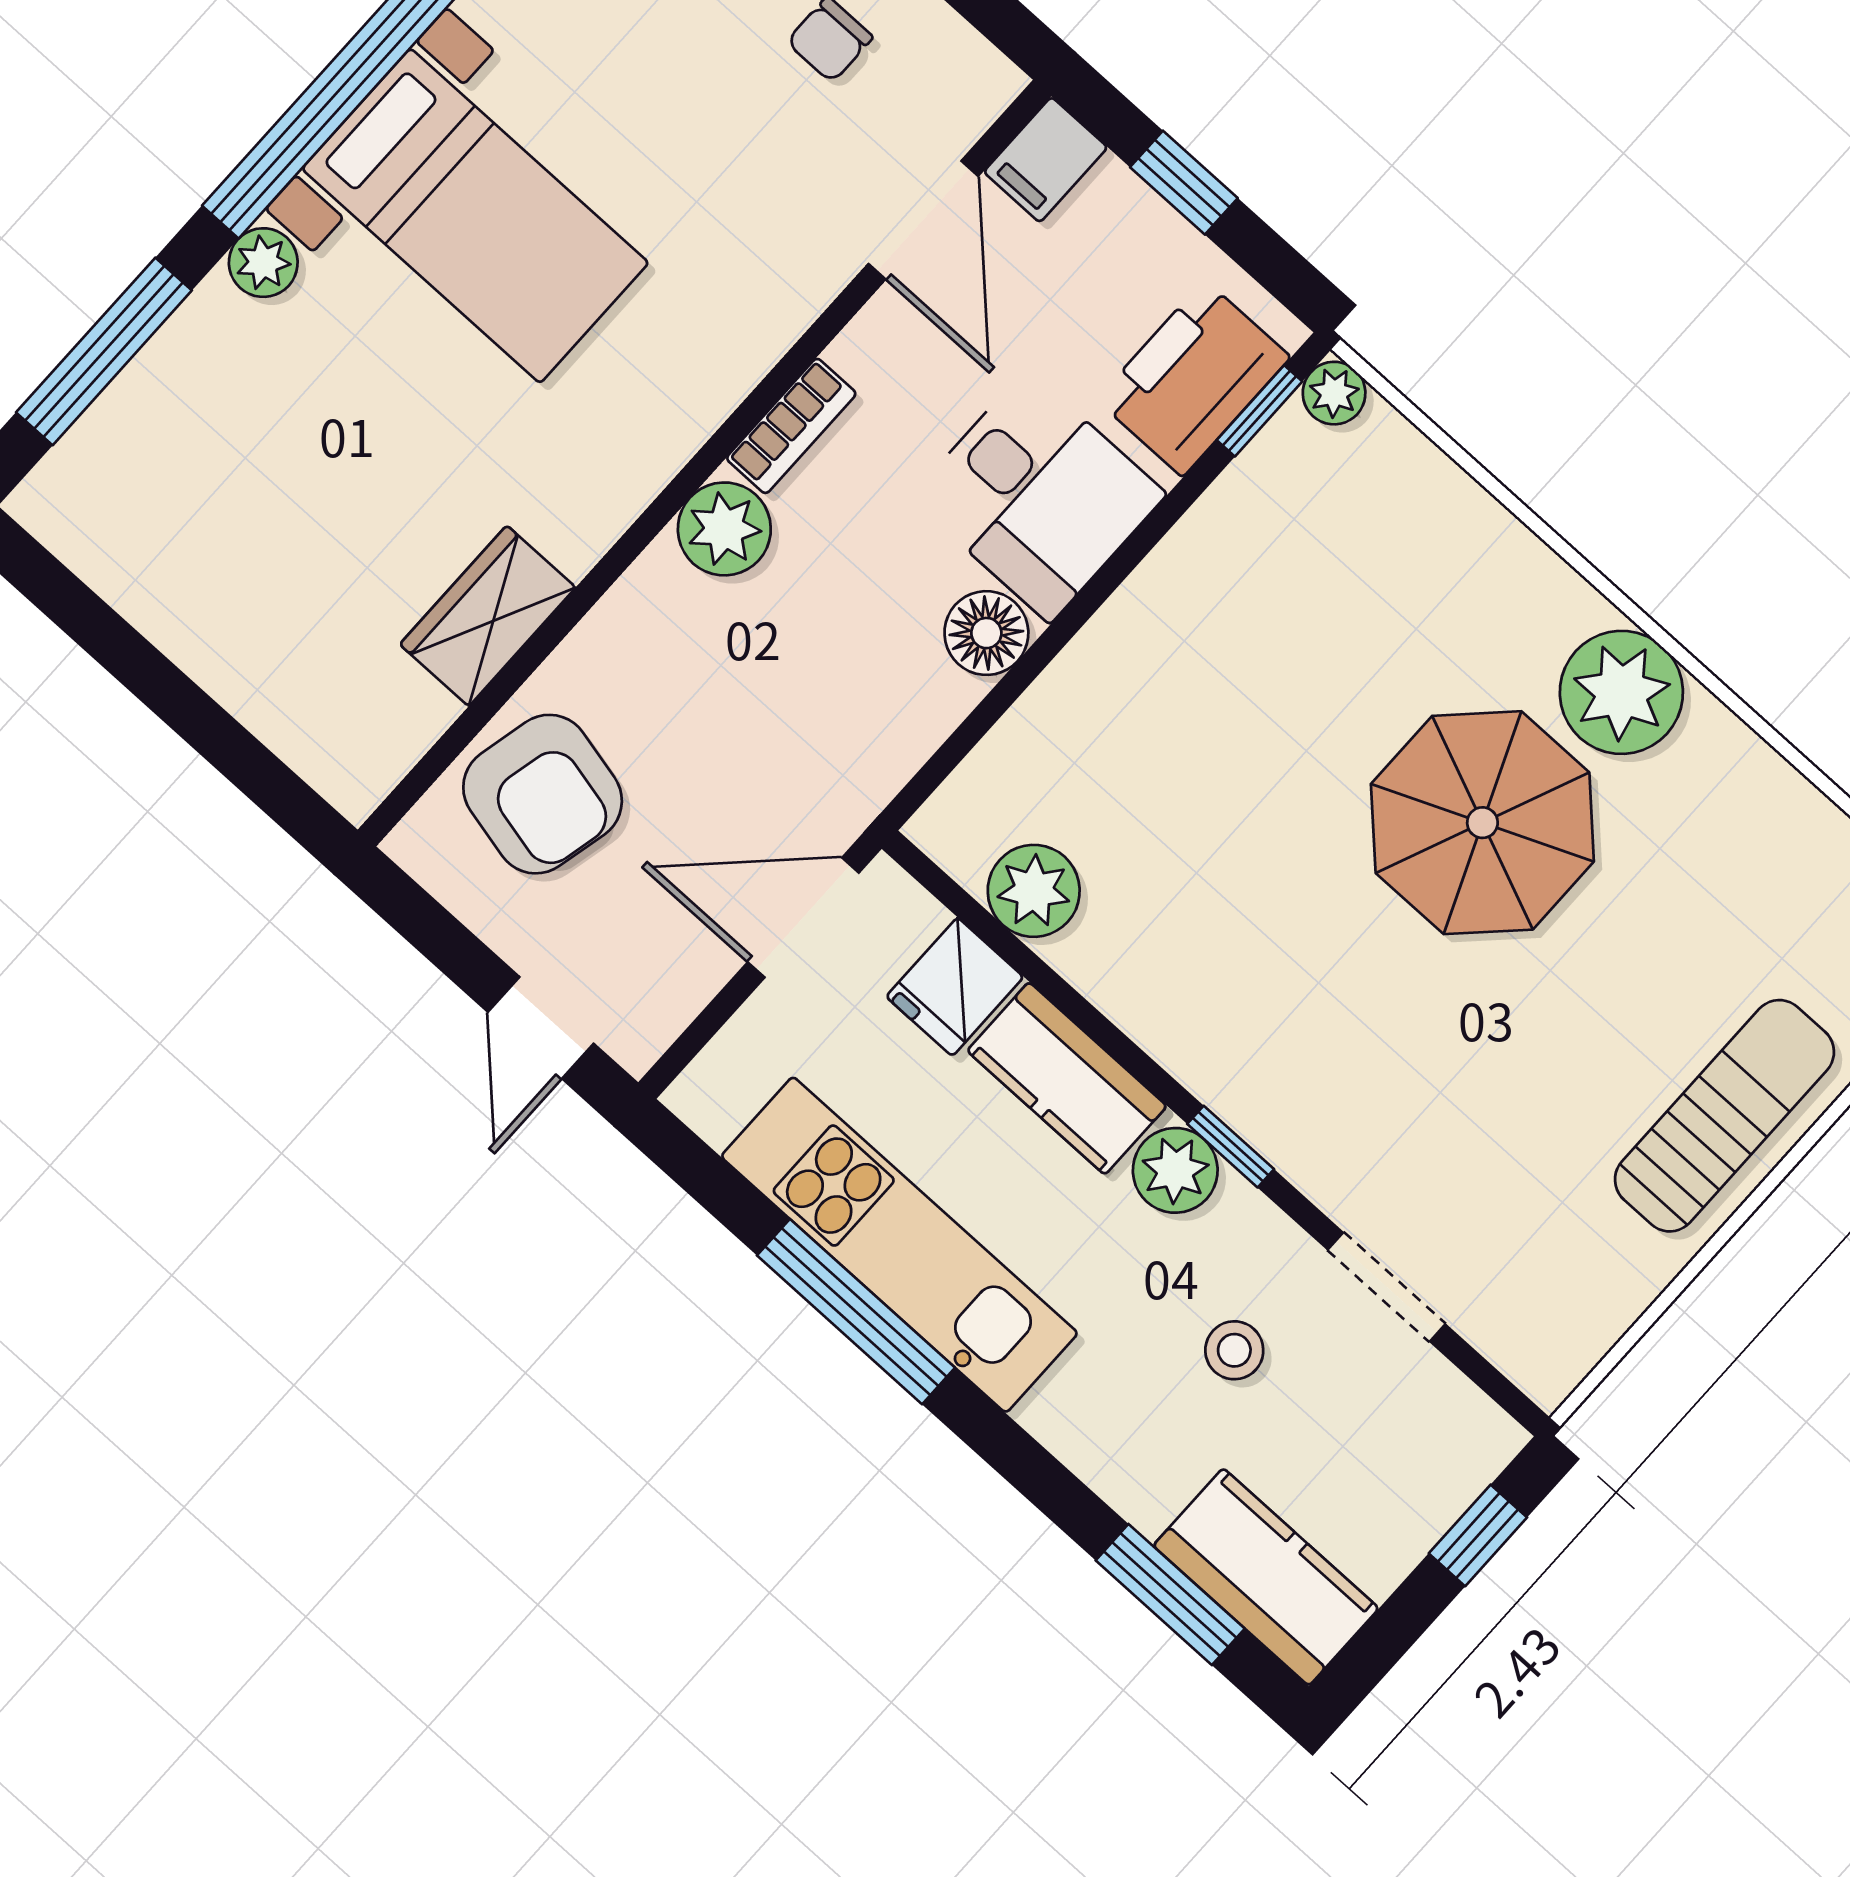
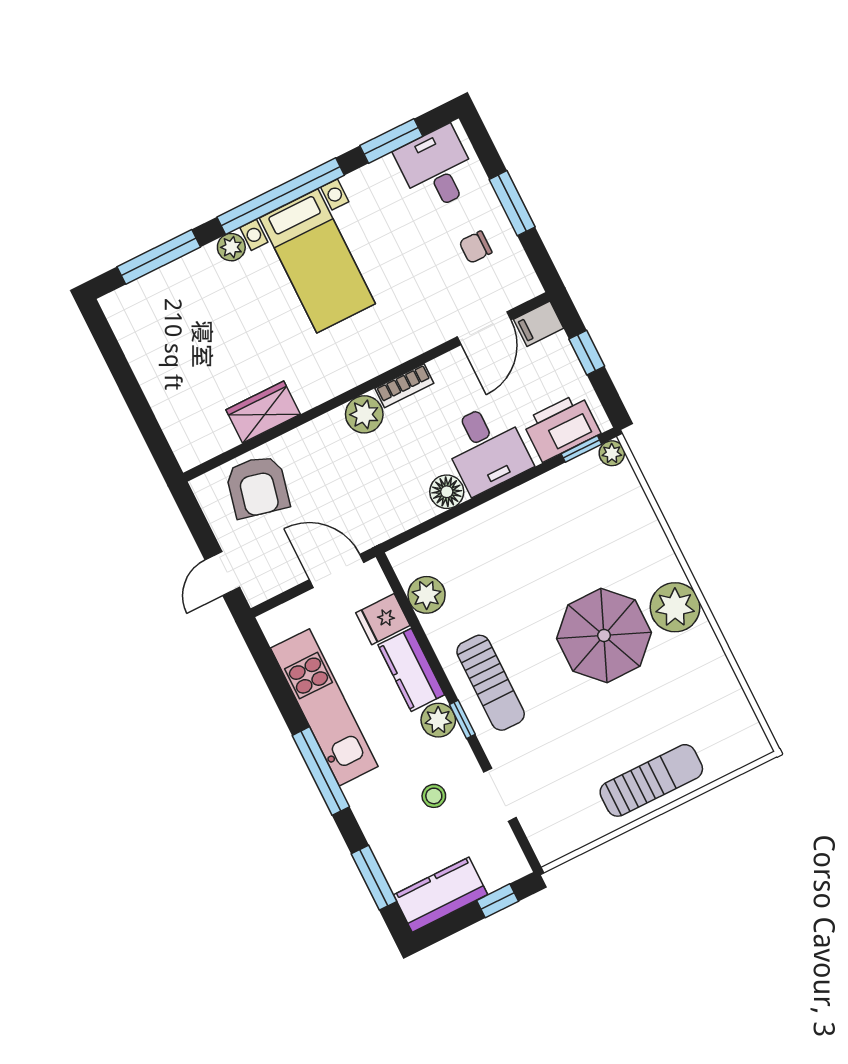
sun lounger: (1262, 1036) -> (491, 683), added
window: (856, 1312) -> (321, 771), moved
kitchen counter: (1266, 1577) -> (441, 895), moved, turned -90

